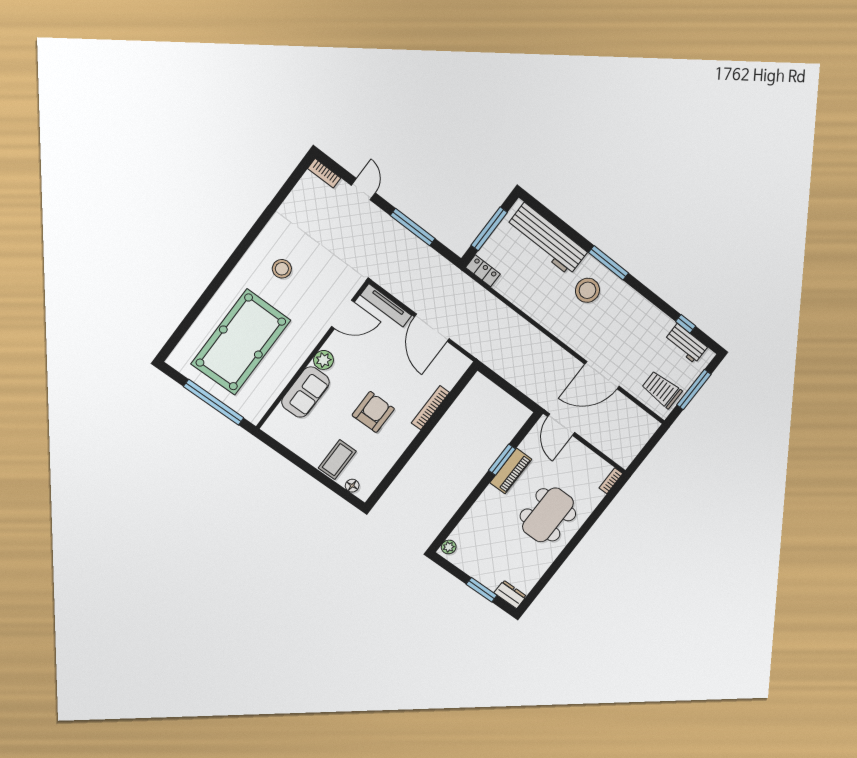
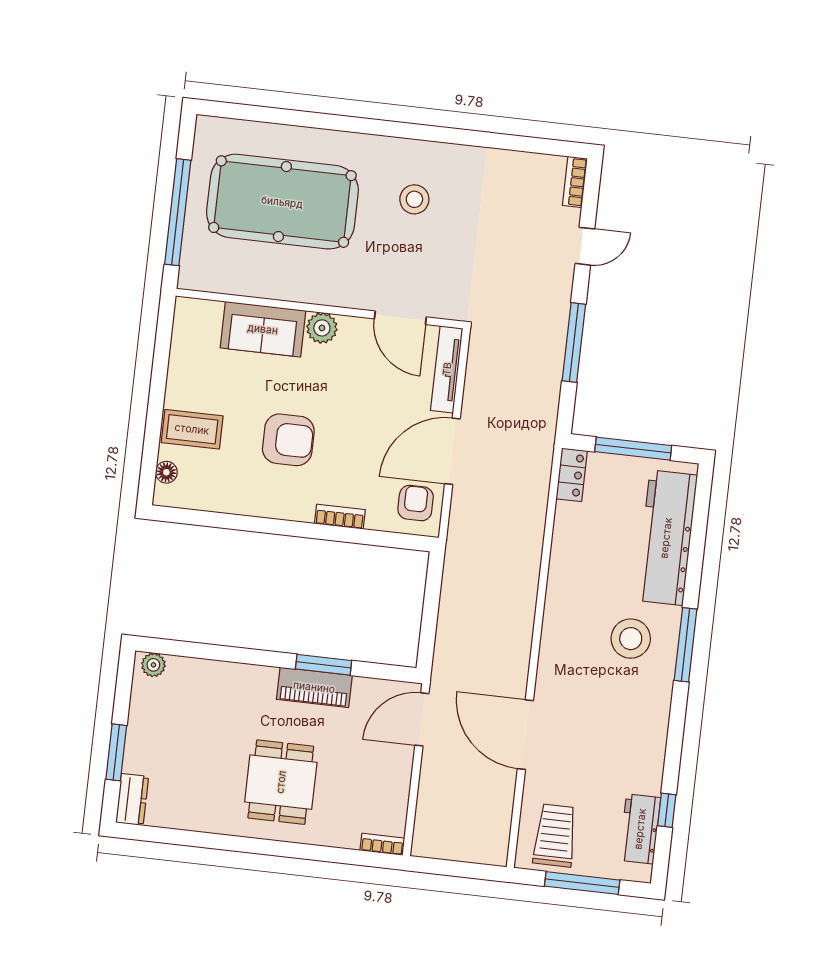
armchair: (447, 363) -> (416, 503), added
bookcase: (430, 408) -> (340, 517), width x0.64
dining table: (548, 515) -> (281, 782), width x0.73

